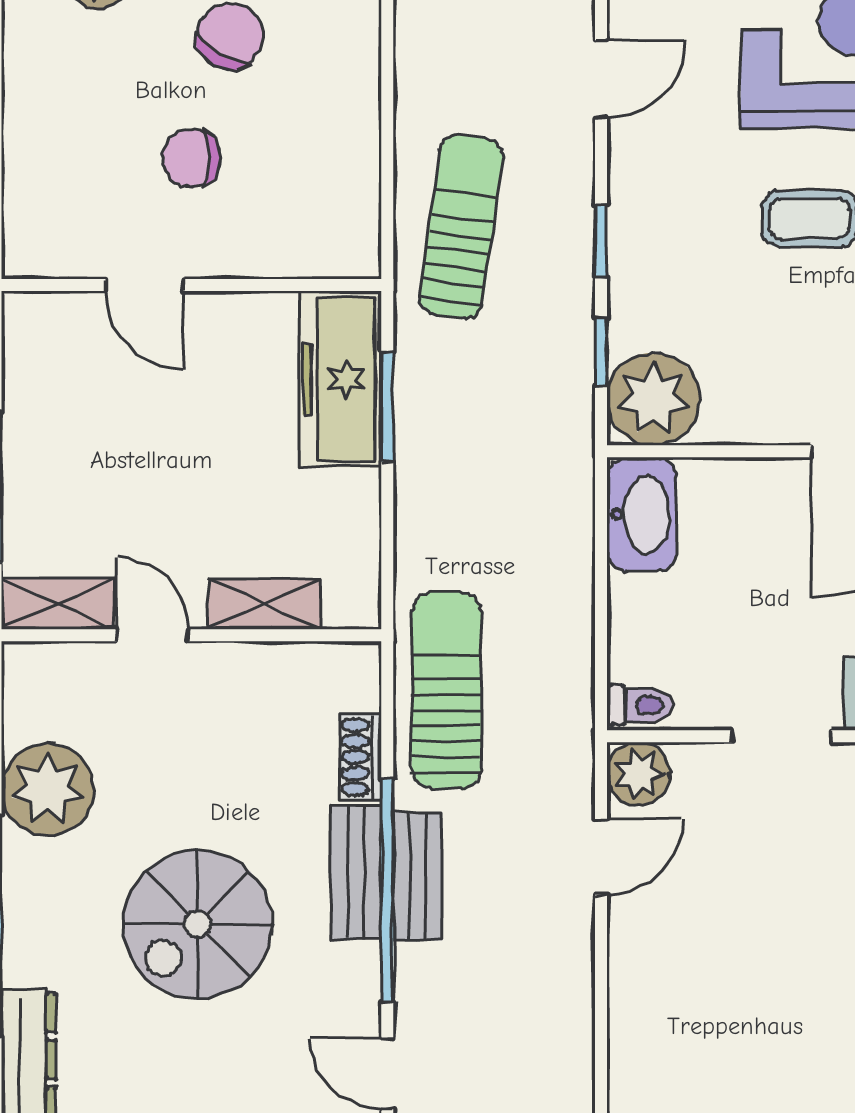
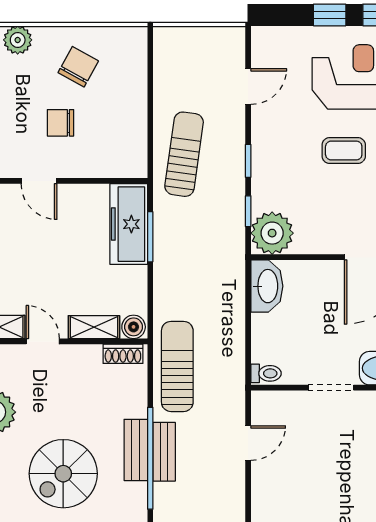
boiler: (351, 604) -> (134, 327), added
shoe rack: (360, 757) -> (123, 354), moved, turned -90
plant: (639, 774) -> (265, 405), removed

